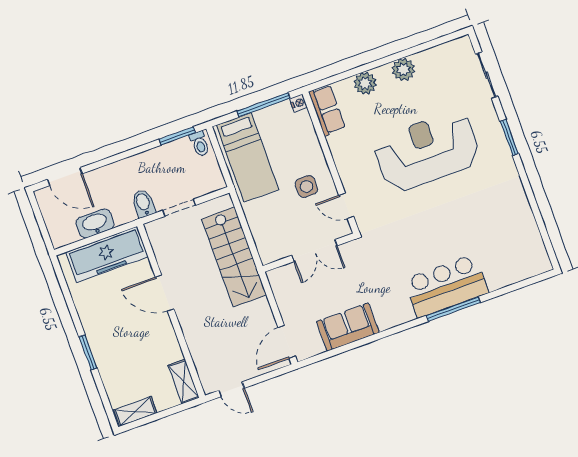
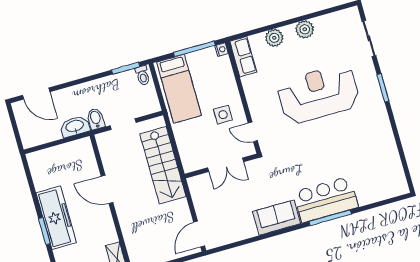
washbasin: (95, 223) -> (75, 126), moved
freezer: (107, 254) -> (56, 218), moved, turned -90
sofa: (348, 327) -> (277, 218), moved

